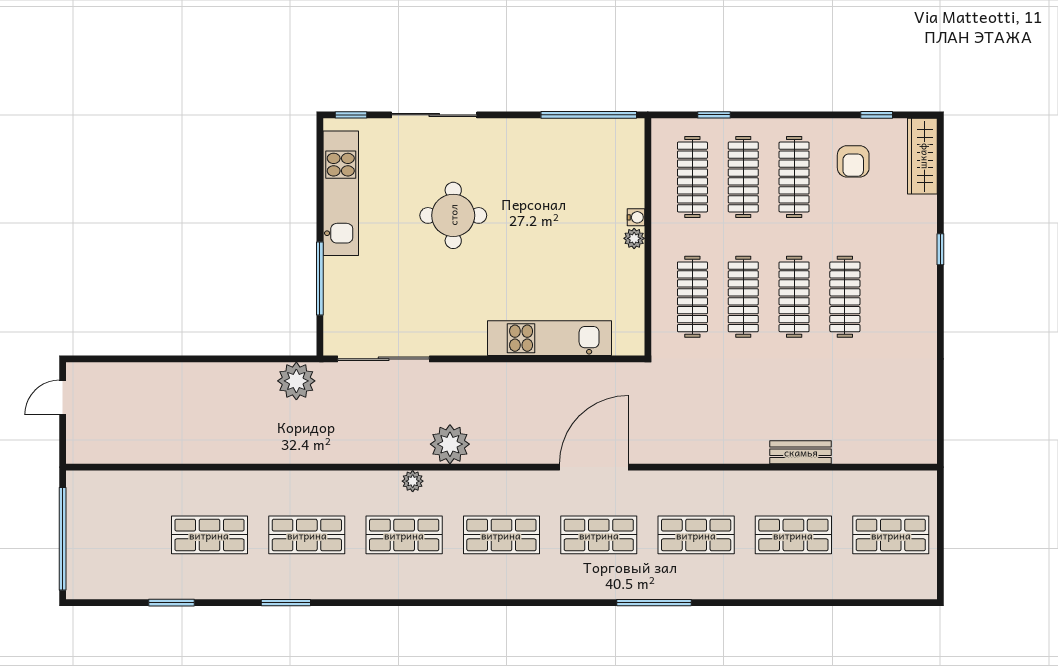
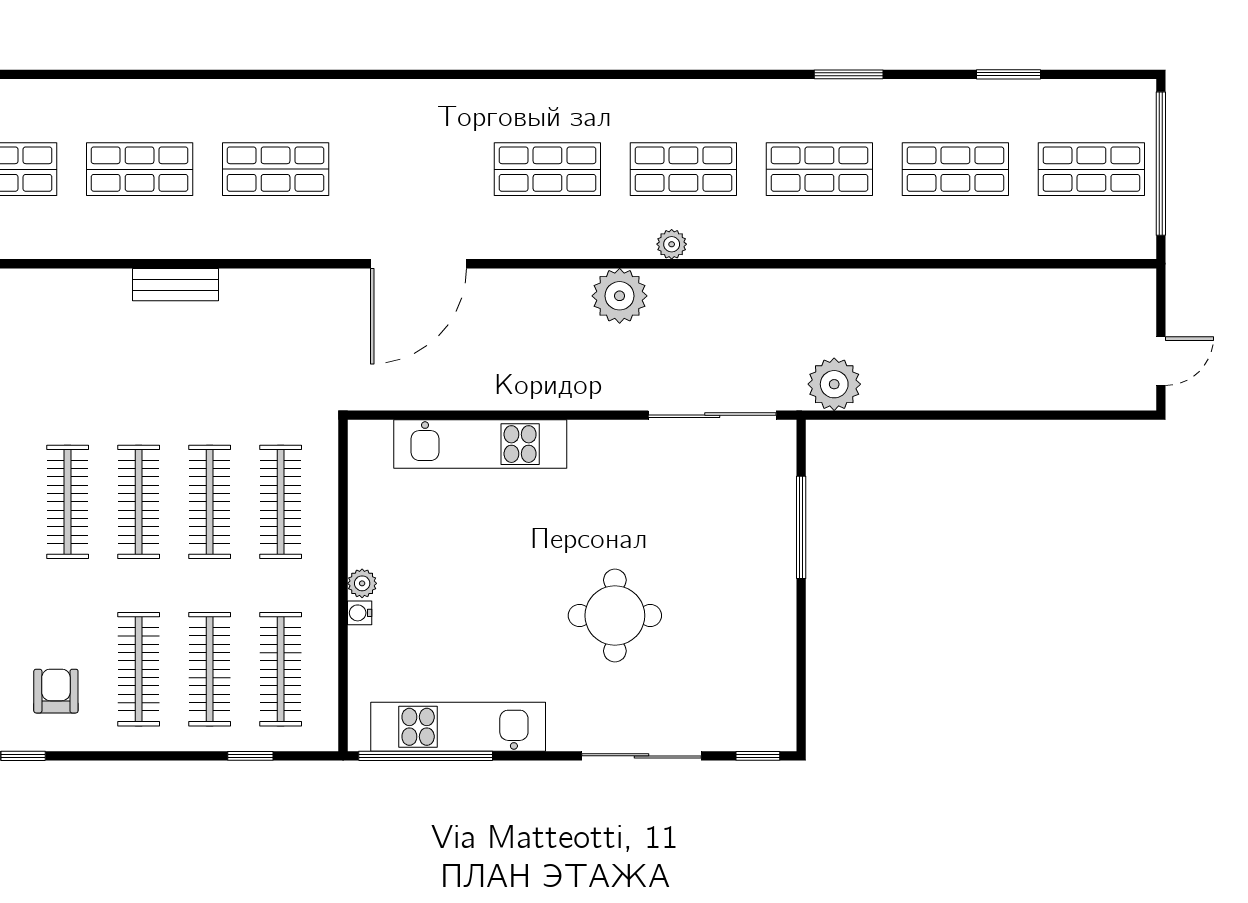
kitchen unit: (341, 193) -> (458, 727), moved, turned 90
bench: (801, 452) -> (175, 285), moved
shop shelf: (599, 535) -> (1091, 169), moved
window: (654, 603) -> (334, 74), removed

